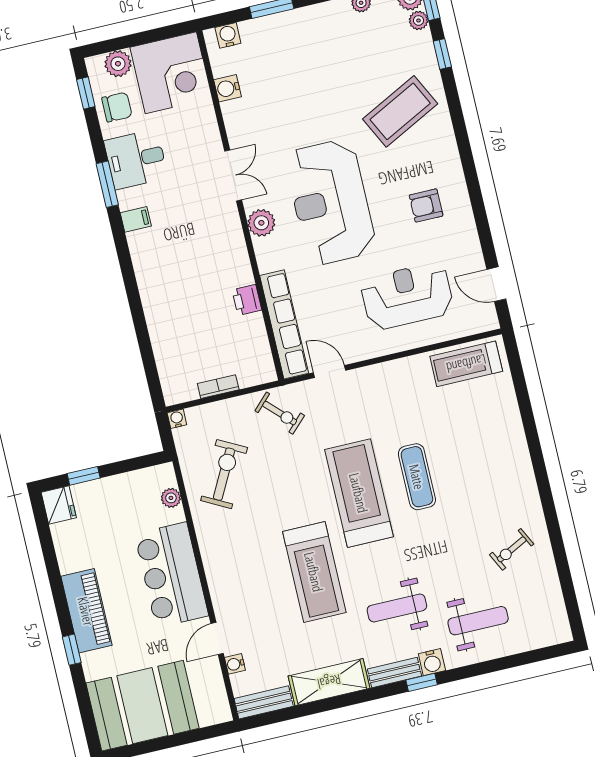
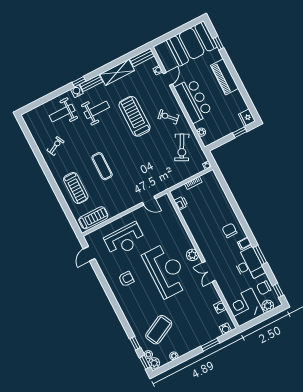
coffee table: (400, 111) -> (159, 330), moved
desk: (136, 159) -> (249, 265), width x1.37
chair: (162, 257) -> (230, 230), added
door: (496, 284) -> (89, 254), swing flipped
printer: (247, 300) -> (181, 203), moved
row of seats: (284, 324) -> (172, 215), removed
exercise bike: (280, 413) -> (168, 117), moved
treadmill: (359, 493) -> (76, 188), moved, width x0.73, depth x0.73
window: (72, 650) -> (218, 43), moved

